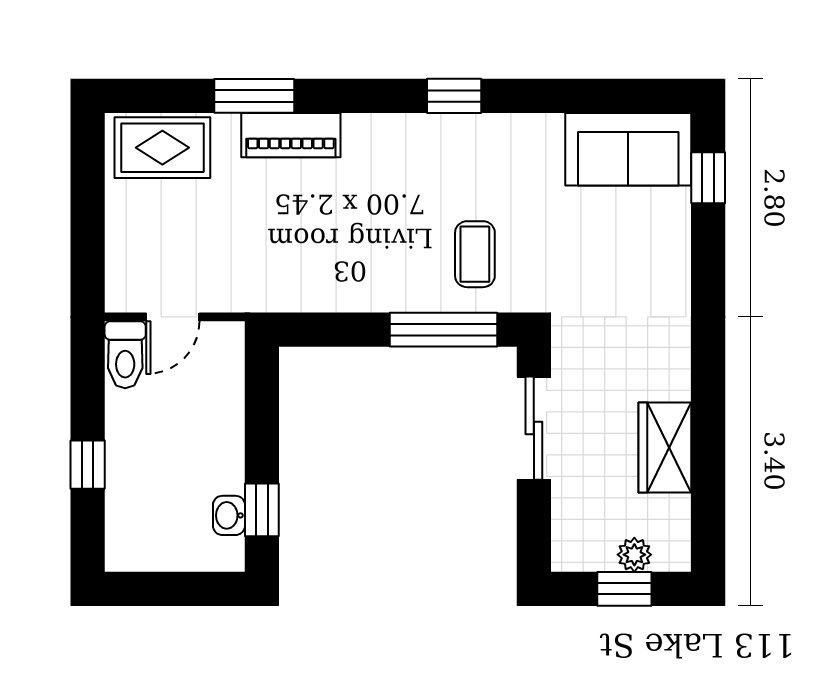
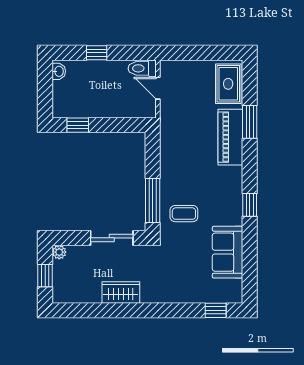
piano: (291, 135) -> (230, 137), width x1.37, depth x1.33
sofa: (628, 149) -> (228, 252), moved
wardrobe: (665, 447) -> (121, 292), moved
washbasin: (229, 515) -> (59, 71), moved, turned 90
plant: (634, 555) -> (59, 252), moved

